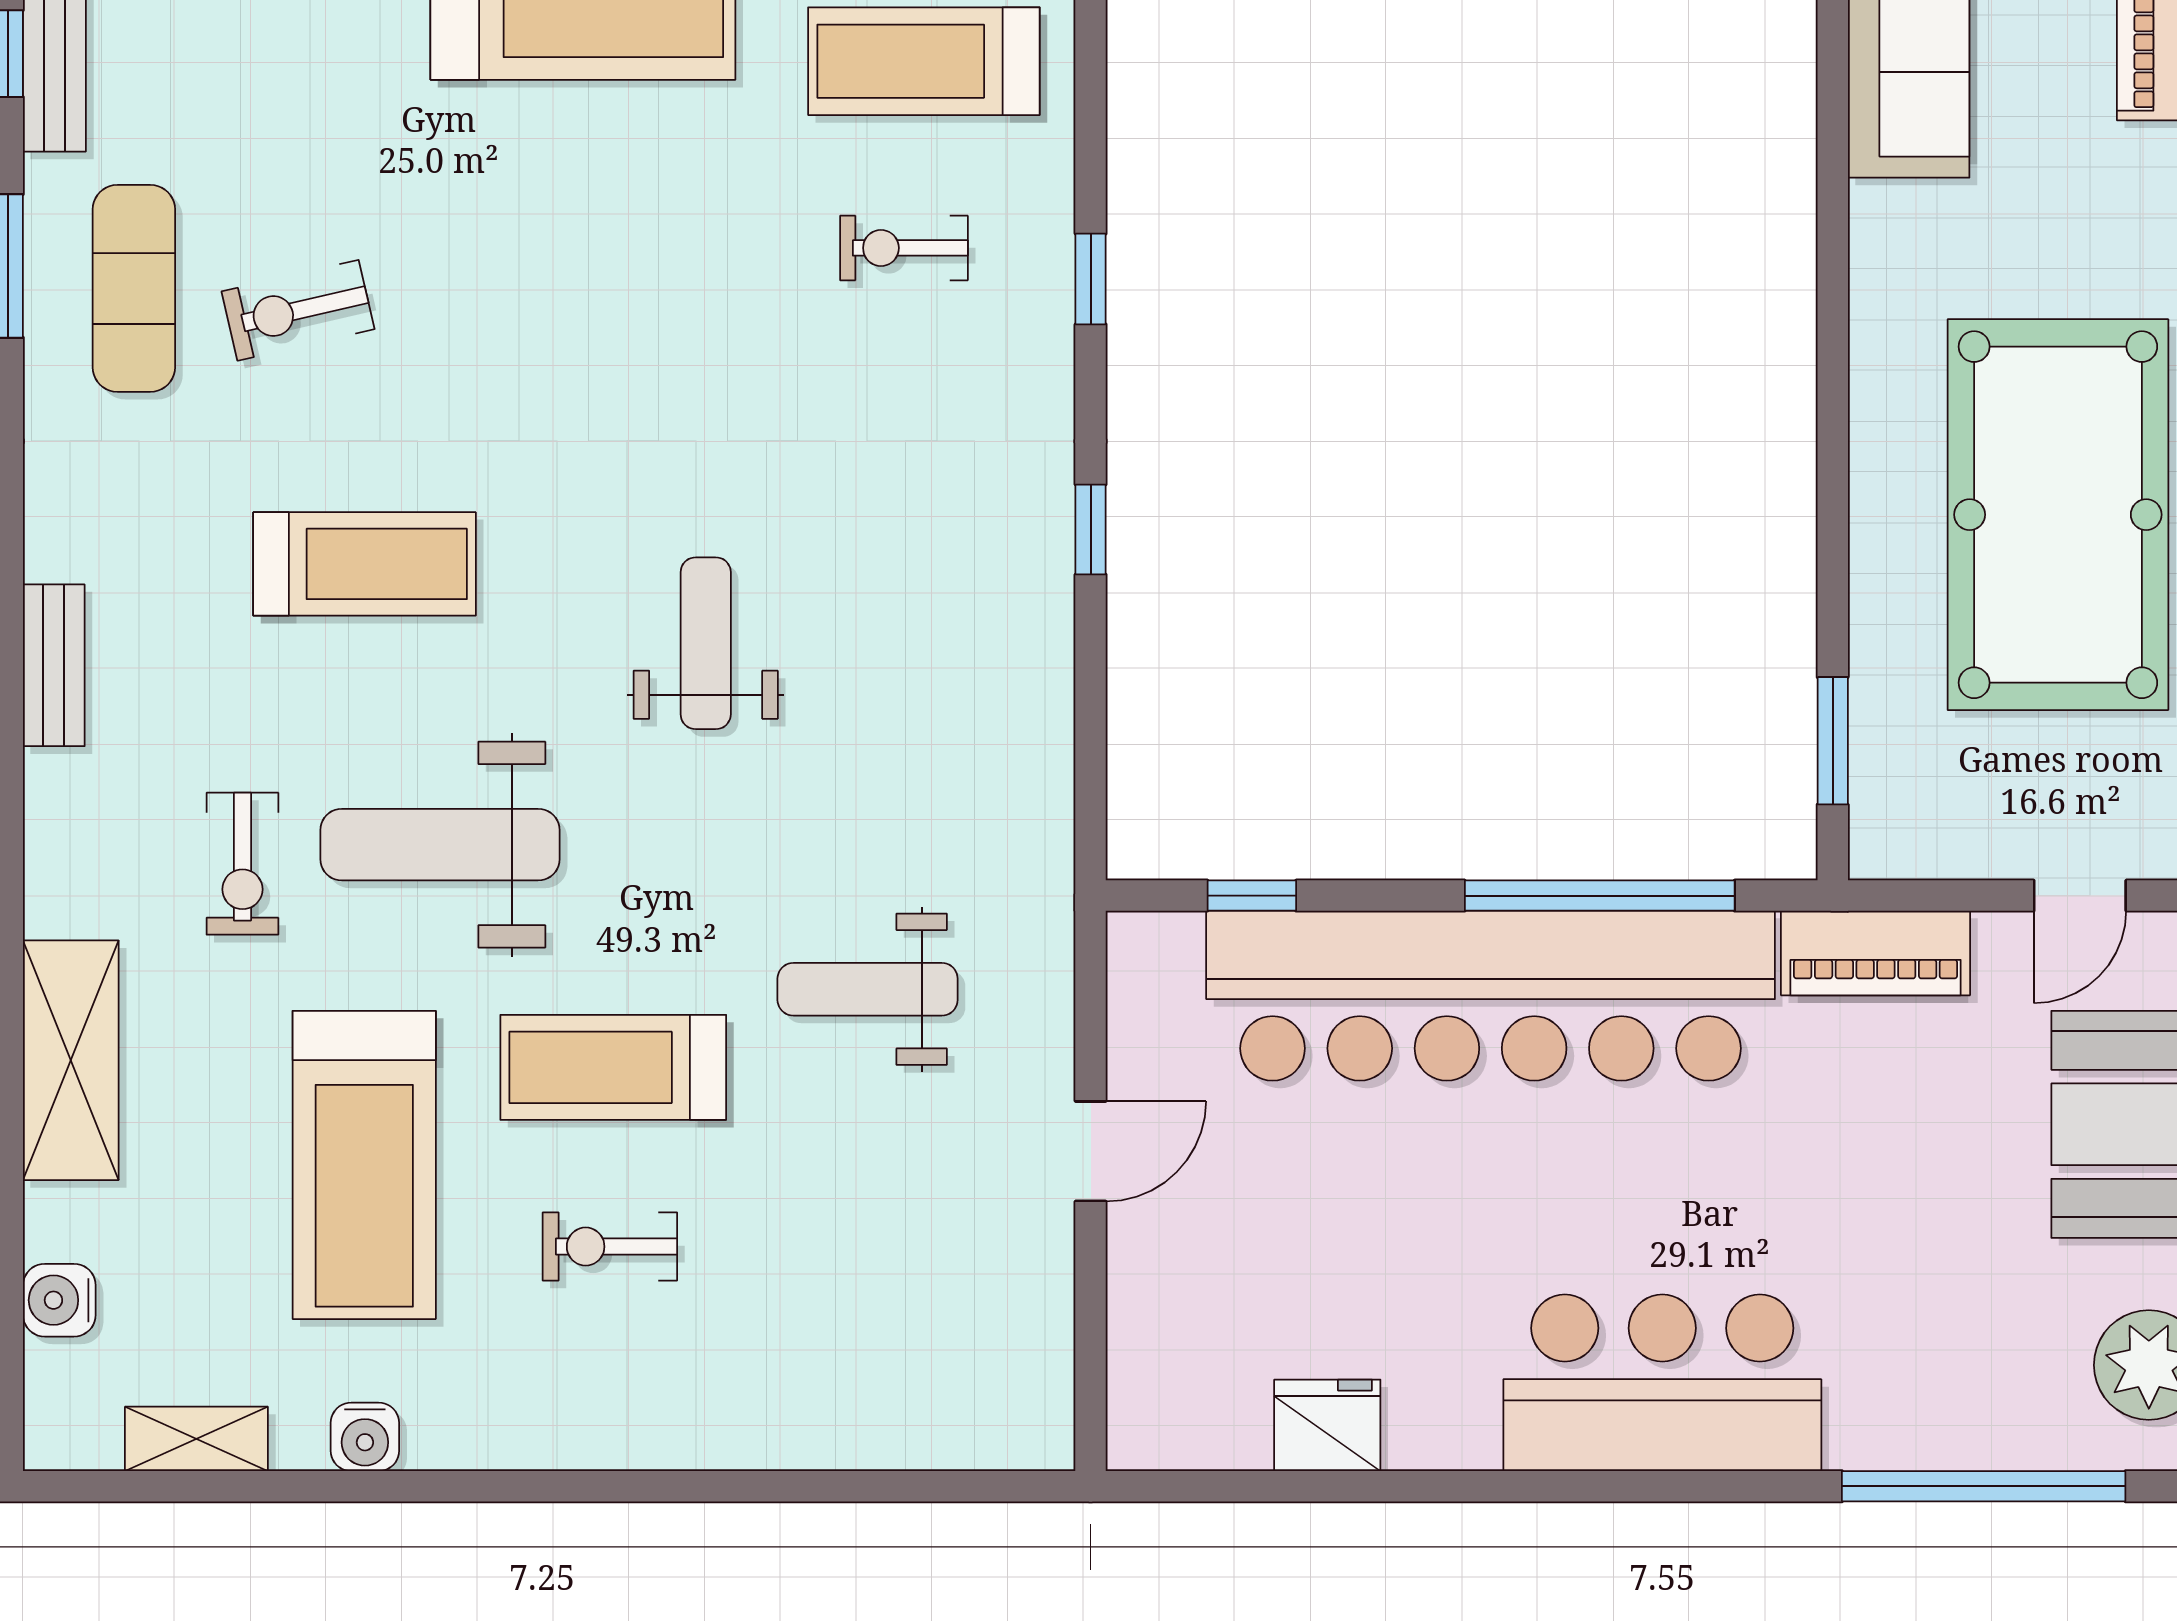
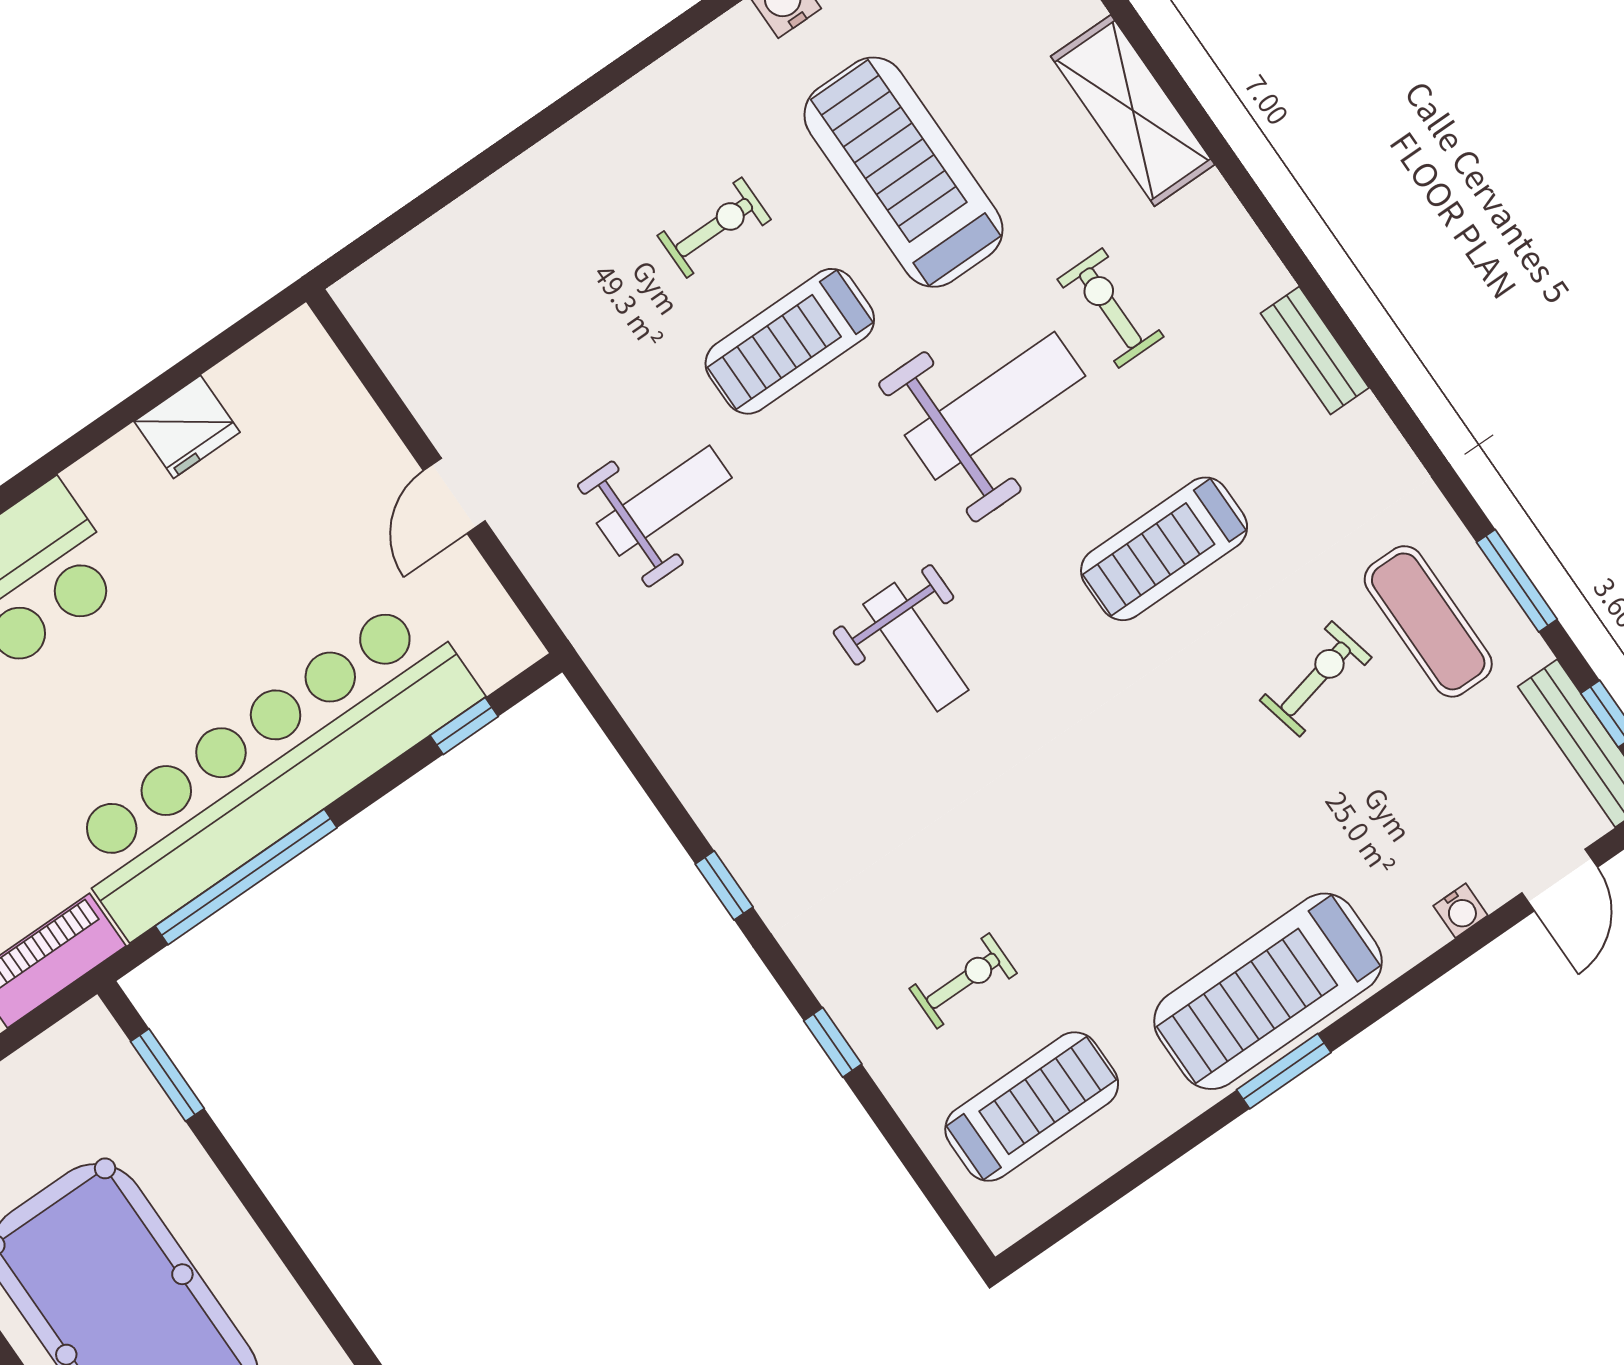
treadmill: (613, 1067) -> (790, 341), turned 180

